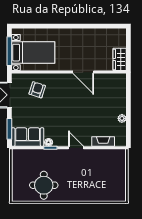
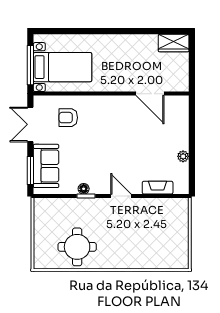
wardrobe: (120, 59) -> (174, 43), moved, turned -90
door: (83, 72) -> (150, 94), moved
armchair: (37, 90) -> (68, 118), turned -108
sofa: (28, 137) -> (46, 166), moved, turned 90

